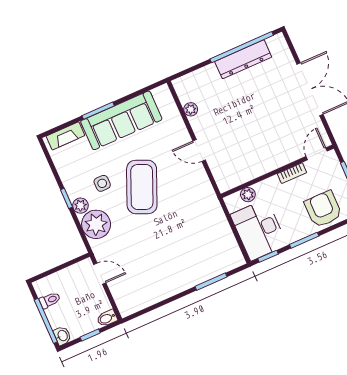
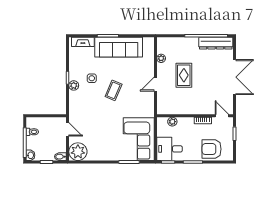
dresser: (243, 59) -> (216, 43), moved
rug: (235, 119) -> (184, 75), added
door: (199, 150) -> (156, 84), hinge flipped
door: (317, 154) -> (222, 116), hinge flipped
coffee table: (142, 187) -> (114, 90), width x0.54, depth x0.58
armchair: (323, 209) -> (212, 149), turned -90
plant: (96, 224) -> (78, 152), moved
desk: (259, 230) -> (170, 149), width x0.73
corner sofa: (210, 242) -> (139, 139), added

